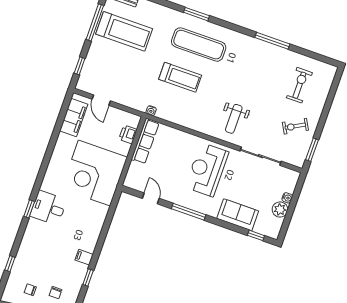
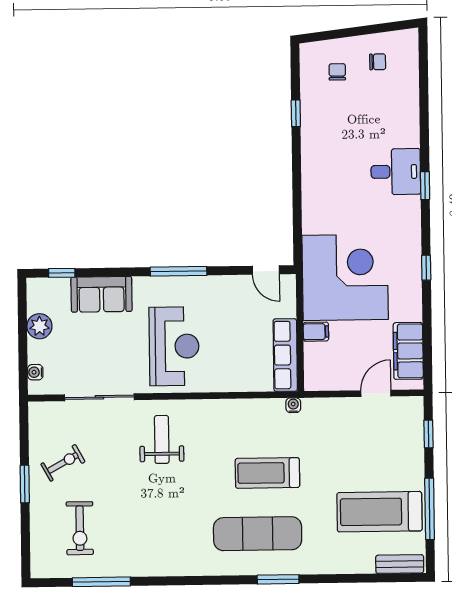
window: (272, 41) -> (101, 582), moved
door: (101, 100) -> (376, 393), hinge flipped
printer: (128, 134) -> (315, 356), removed
window: (312, 150) -> (25, 484), moved
door: (151, 198) -> (266, 270), moved
water cooler: (287, 198) -> (35, 372), moved
desk: (48, 208) -> (396, 172), moved
filing cabinet: (84, 257) -> (316, 332), moved
window: (10, 264) -> (426, 268), moved

